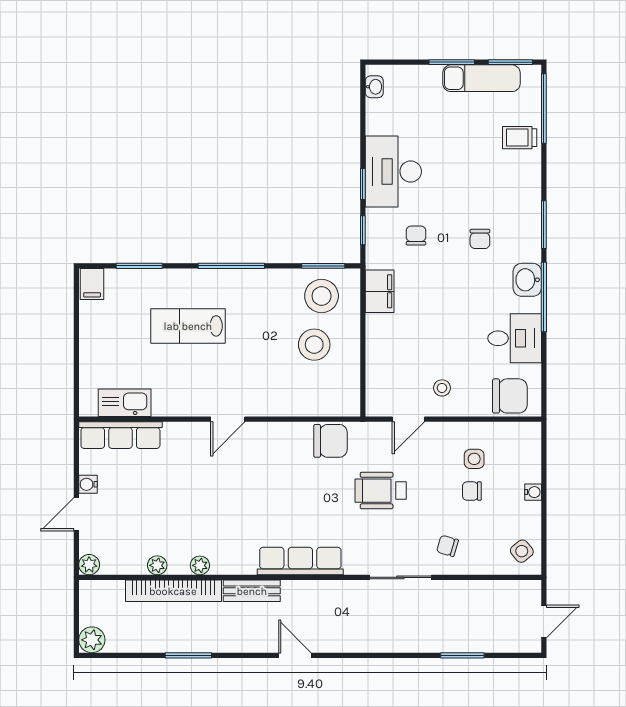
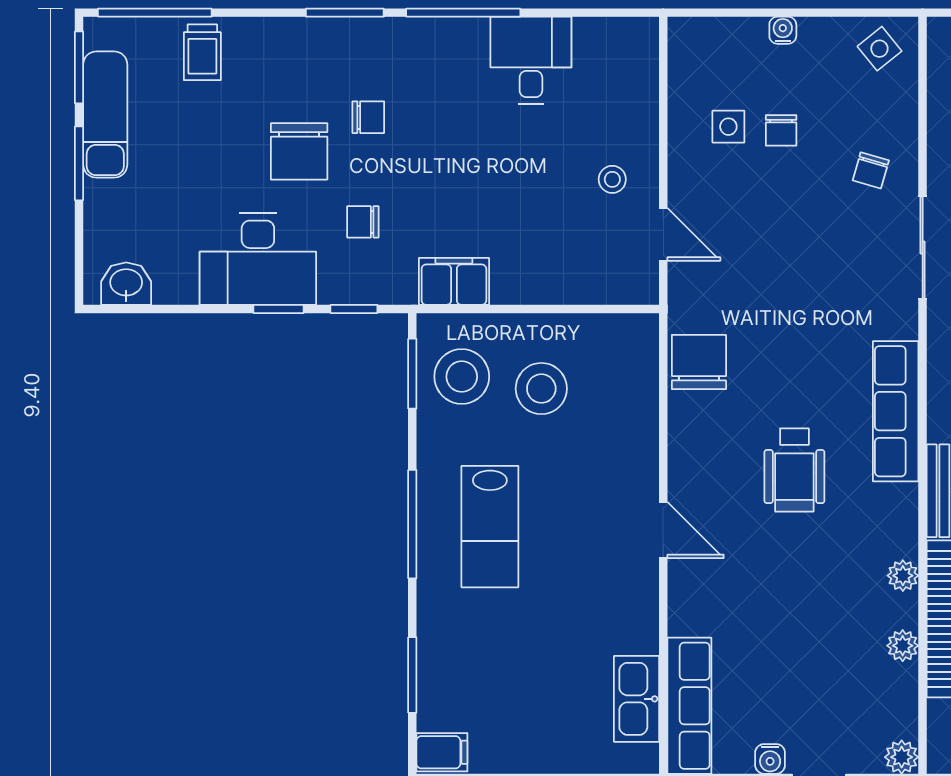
washbasin: (374, 87) -> (126, 284), width x1.38, depth x1.45
washbasin: (527, 280) -> (435, 40), removed
lab bench: (188, 326) -> (490, 527), moved
chair: (510, 396) -> (299, 151), moved, turned 180
wheelchair: (381, 491) -> (794, 470), moved

